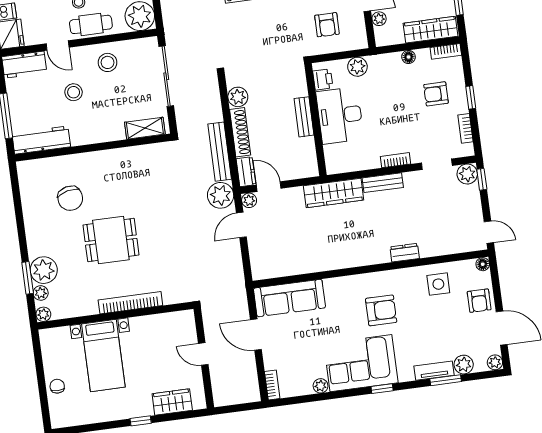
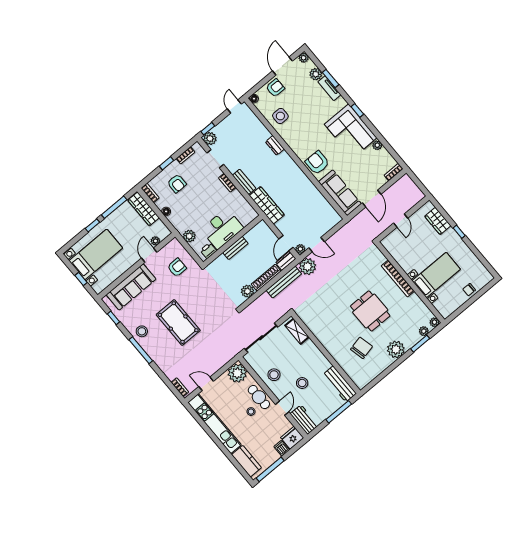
plant: (44, 270) -> (396, 349), moved
armchair: (381, 310) -> (317, 163), moved

